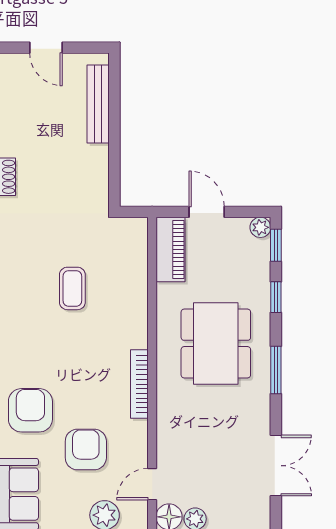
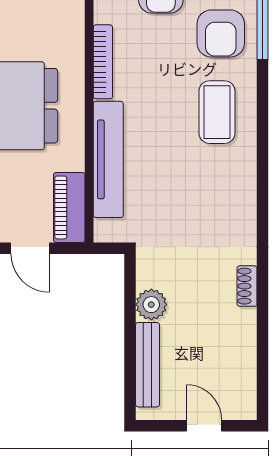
plant: (95, 160) -> (151, 305), added
coffee table: (72, 288) -> (217, 112), moved, width x1.36, depth x1.30
tv unit: (134, 294) -> (108, 159), added

